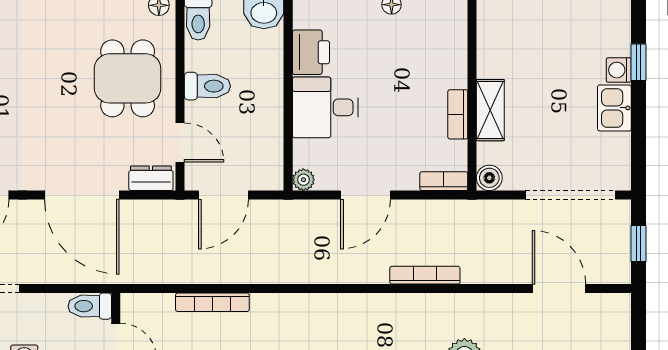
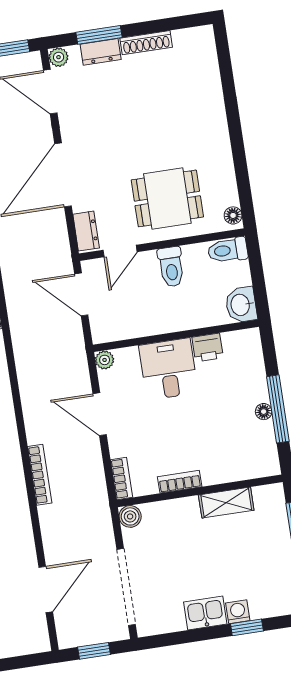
printer: (311, 52) -> (208, 348), width x0.73, depth x0.81
shelving: (490, 110) -> (226, 503), moved

